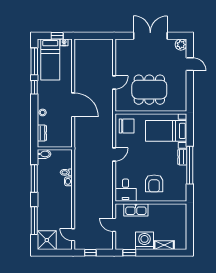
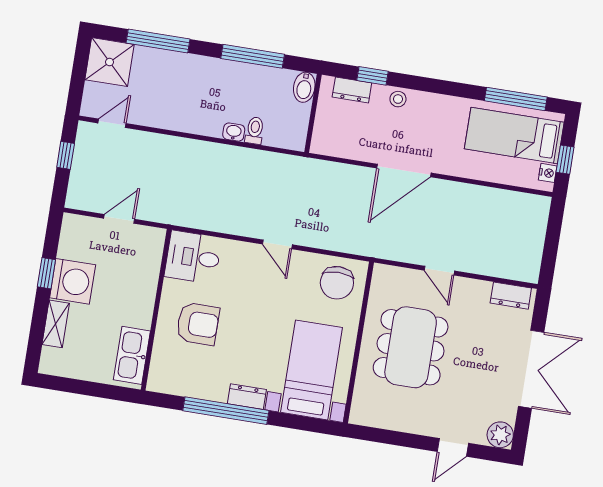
dresser: (120, 50) -> (511, 296), added
window: (34, 87) -> (373, 76), moved
armchair: (154, 183) -> (198, 324), turned 180
kitchen sink: (136, 210) -> (132, 355), moved
window: (129, 253) -> (46, 273), moved

